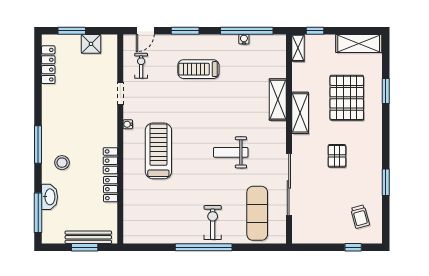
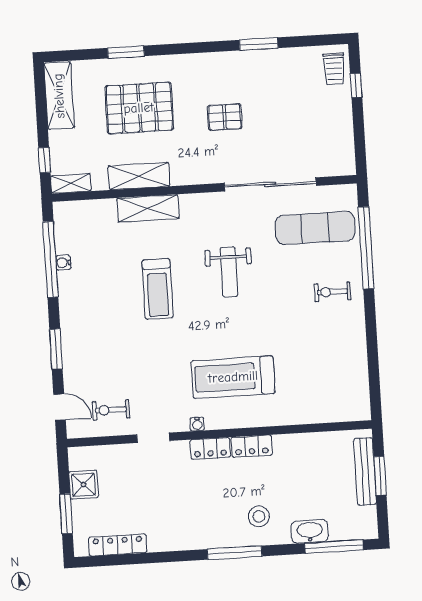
treadmill: (198, 69) -> (158, 289), moved
shelving: (300, 113) -> (139, 176), moved
locker: (111, 189) -> (210, 448), moved
trolley: (360, 217) -> (334, 69), moved, turned 105
exercise bike: (213, 222) -> (332, 292), width x0.73, depth x0.72
window: (204, 247) -> (366, 248), moved

